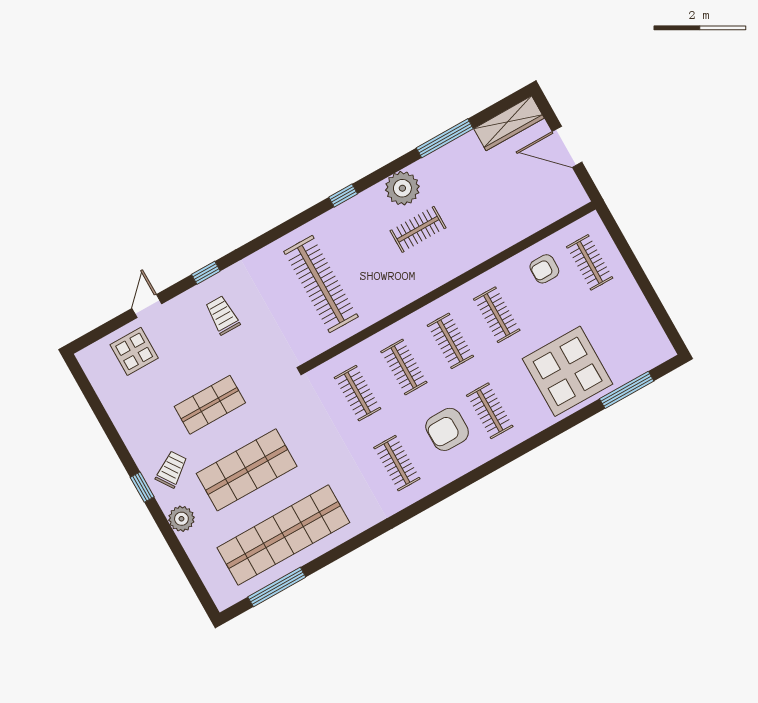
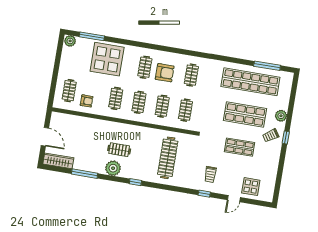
plant: (659, 351) -> (70, 41), added

